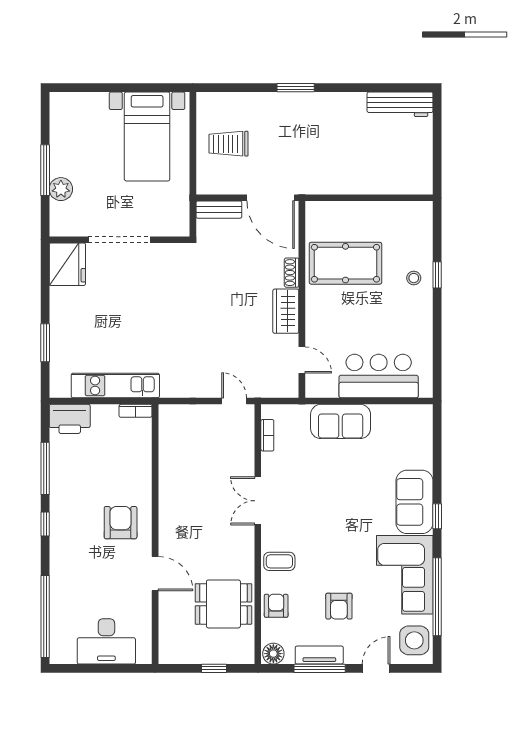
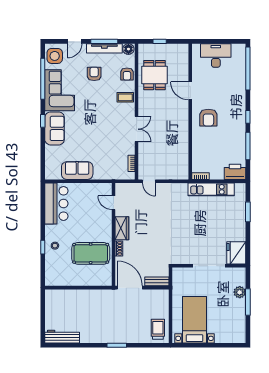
trolley: (229, 144) -> (158, 329), moved, turned -90
bar counter: (379, 376) -> (56, 203), moved, turned -90
sofa: (341, 421) -> (77, 171), moved
dining table: (223, 604) -> (155, 75), turned 90
tv unit: (319, 655) -> (104, 48), width x1.41

